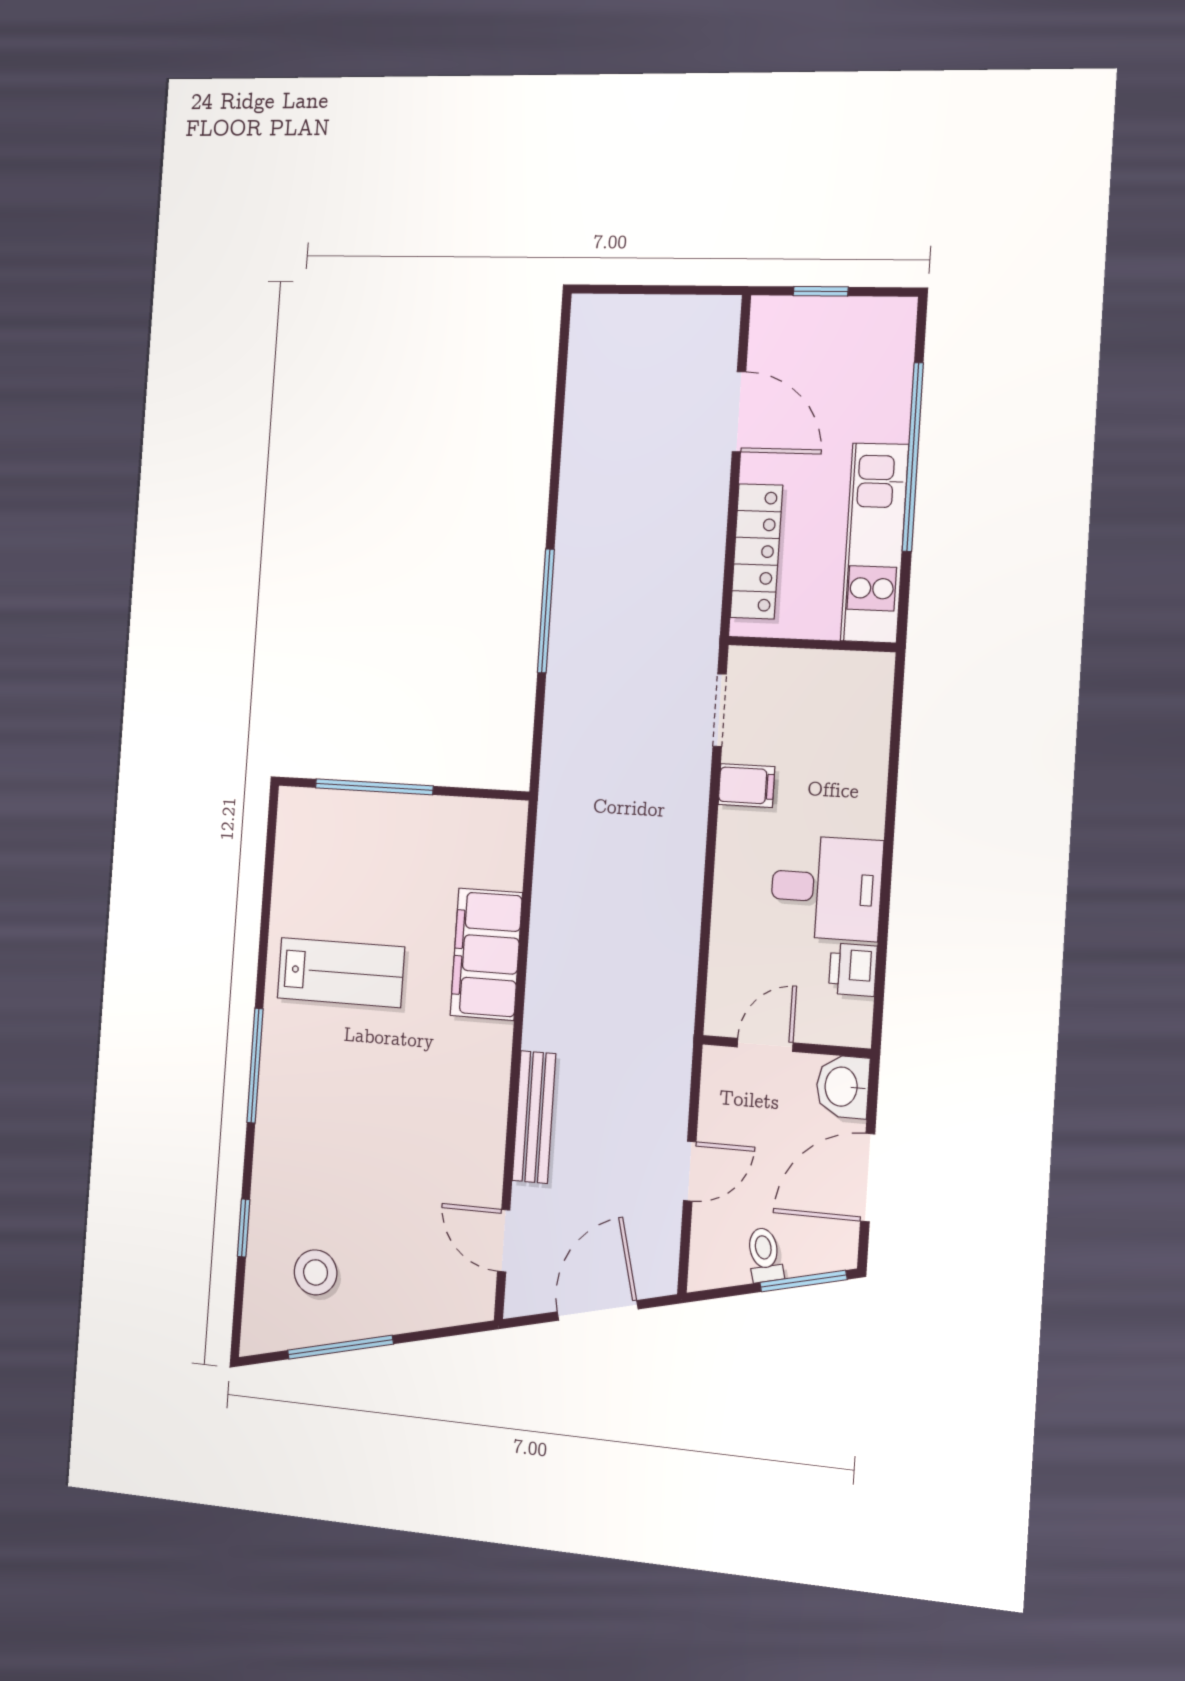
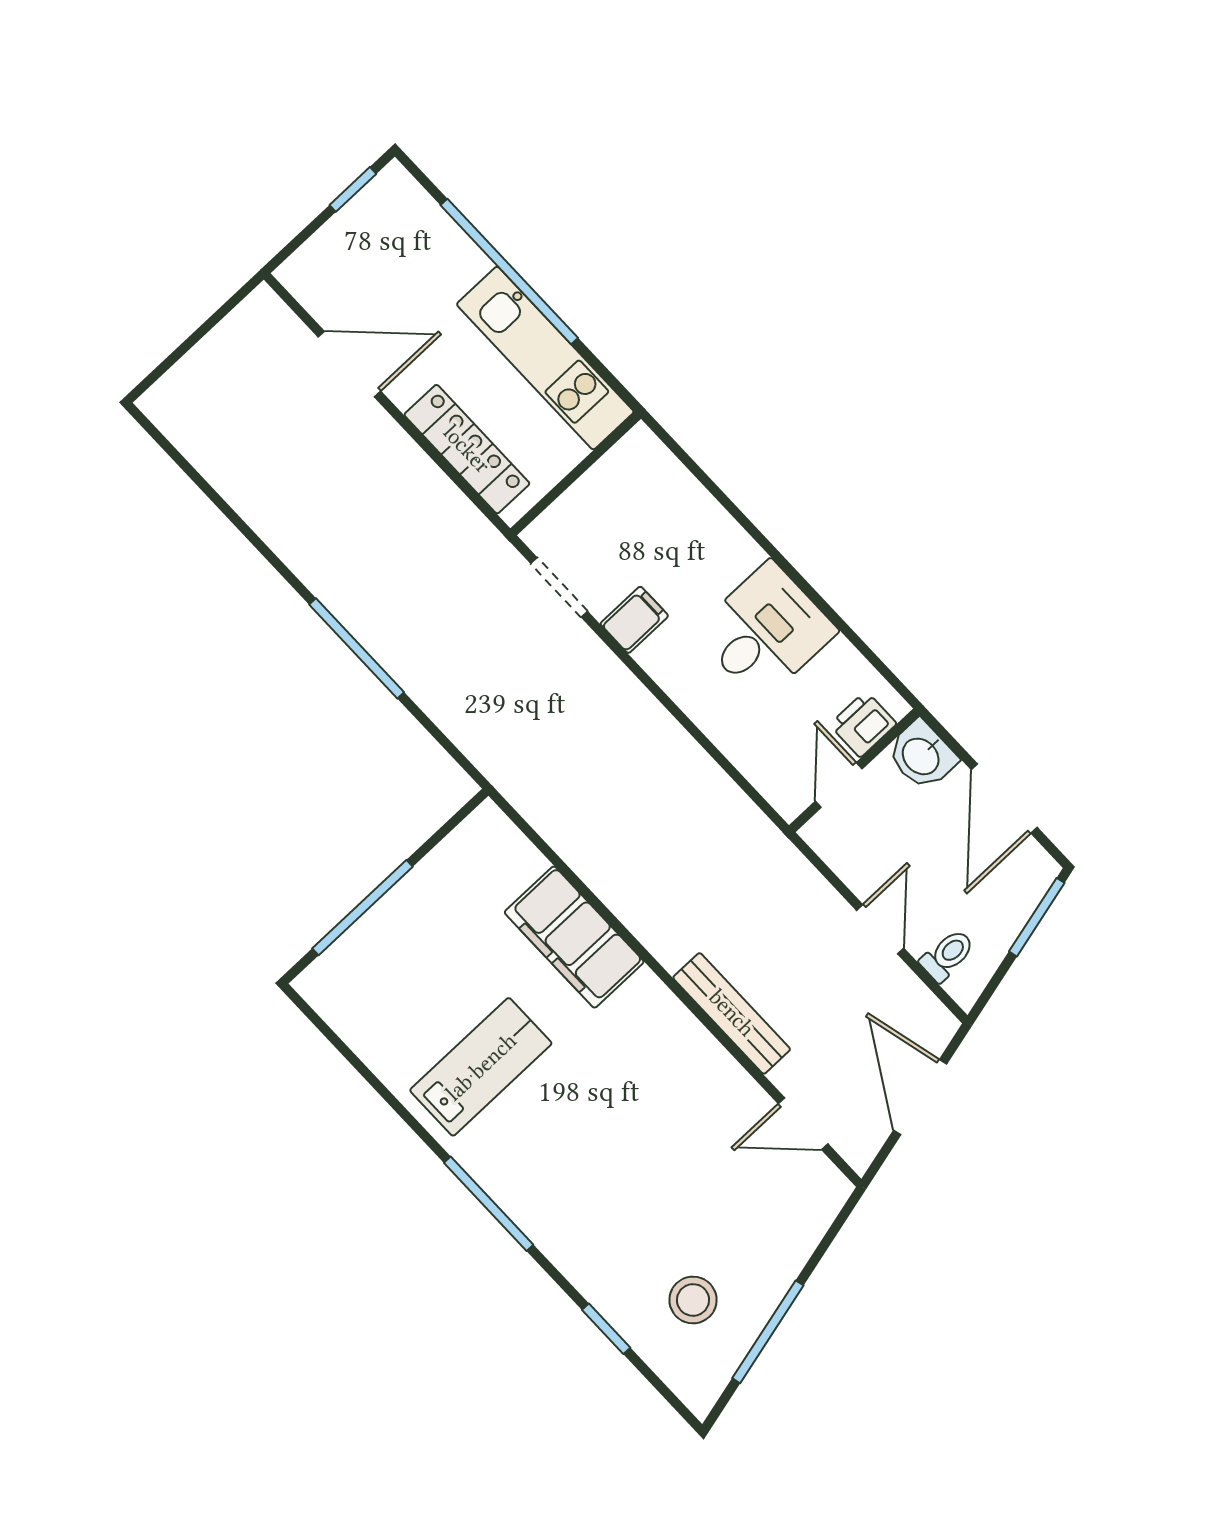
window: (821, 291) -> (353, 189), moved
printer: (853, 970) -> (863, 724), moved, turned 90
toilet: (764, 1255) -> (947, 955), moved, turned 104

